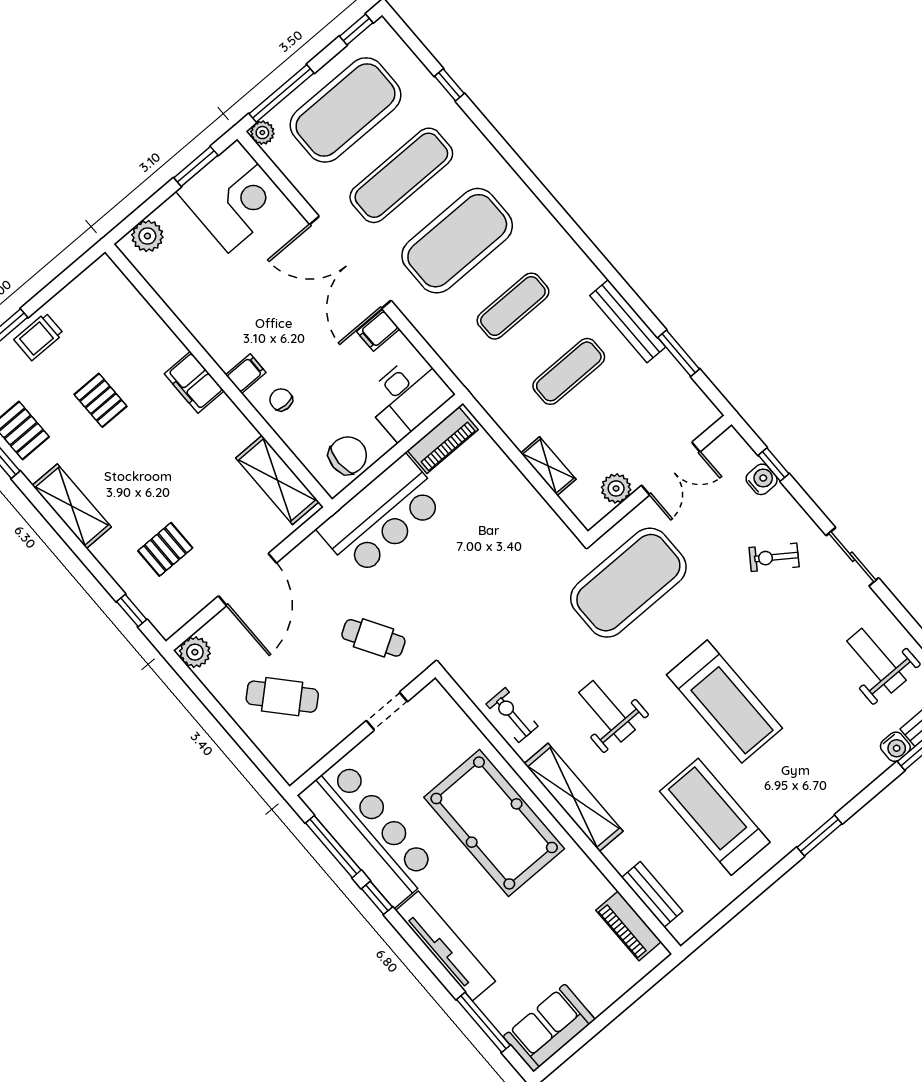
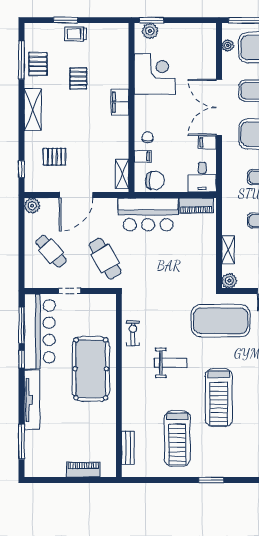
plant: (262, 133) -> (228, 45), moved
window: (196, 167) -> (152, 20), moved
corner desk: (233, 196) -> (155, 74), moved, turned -90
filing cabinet: (246, 374) -> (143, 156), moved
desk: (407, 396) -> (202, 177), width x0.73
shelving: (277, 480) -> (122, 174), width x0.67, depth x0.75
plant: (616, 488) -> (229, 281), moved
cafe table: (373, 638) -> (105, 259), width x1.37, depth x1.35
doorway: (387, 711) -> (70, 291), moved
weight bench: (607, 711) -> (171, 363), turned 90
shelving: (574, 797) -> (130, 385), removed
treadmill: (715, 817) -> (177, 439), turned 180
piano: (628, 926) -> (83, 470), moved, turned 90
sofa: (549, 1028) -> (45, 465), removed

